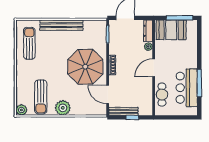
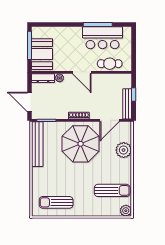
bench: (61, 25) -> (37, 144), moved
plant: (63, 108) -> (124, 150), moved

